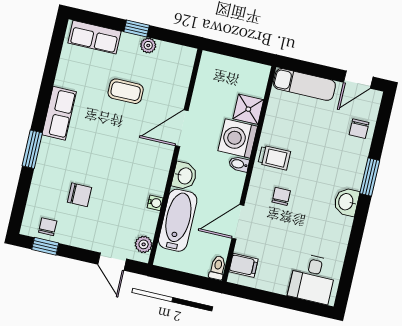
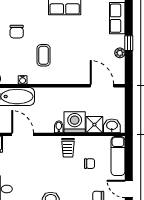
coffee table: (126, 91) -> (44, 55), moved
door: (182, 128) -> (102, 86), moved
washbasin: (185, 176) -> (112, 126), moved, turned 180
chair: (281, 196) -> (89, 164), moved

